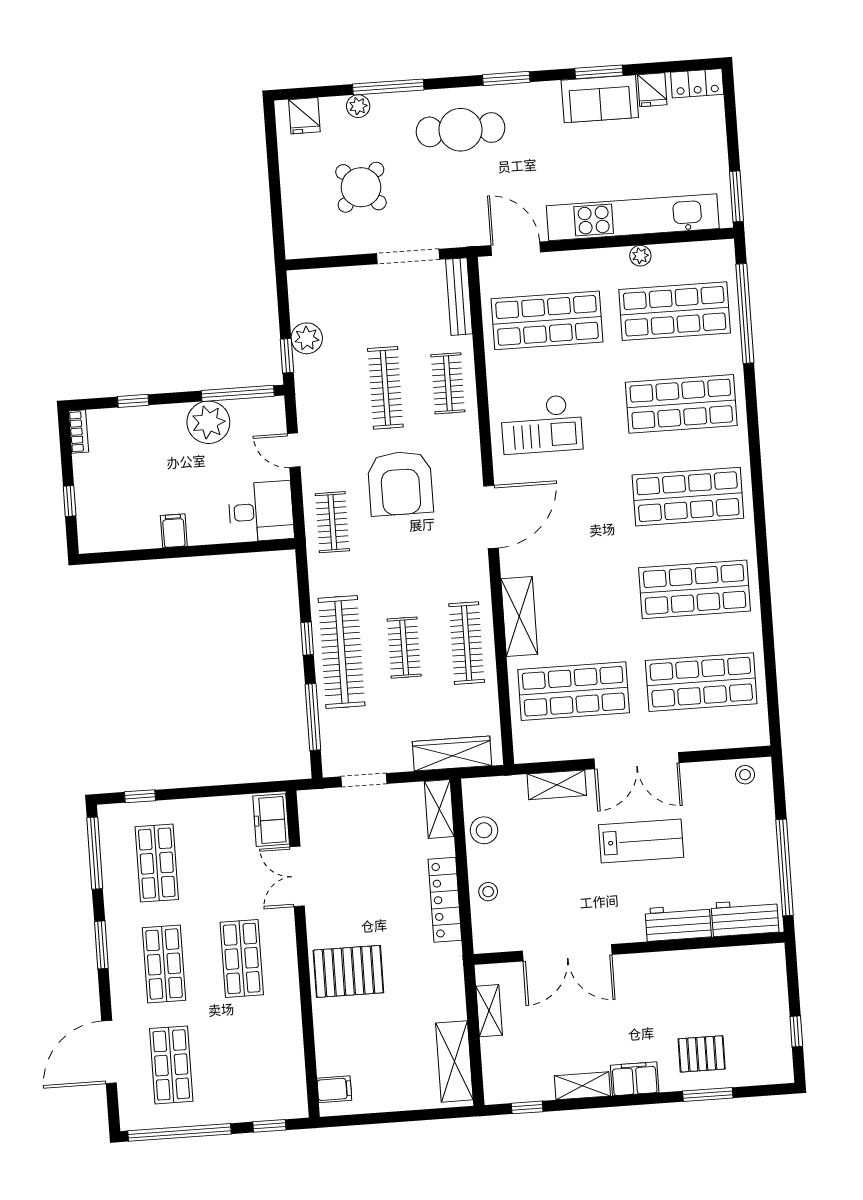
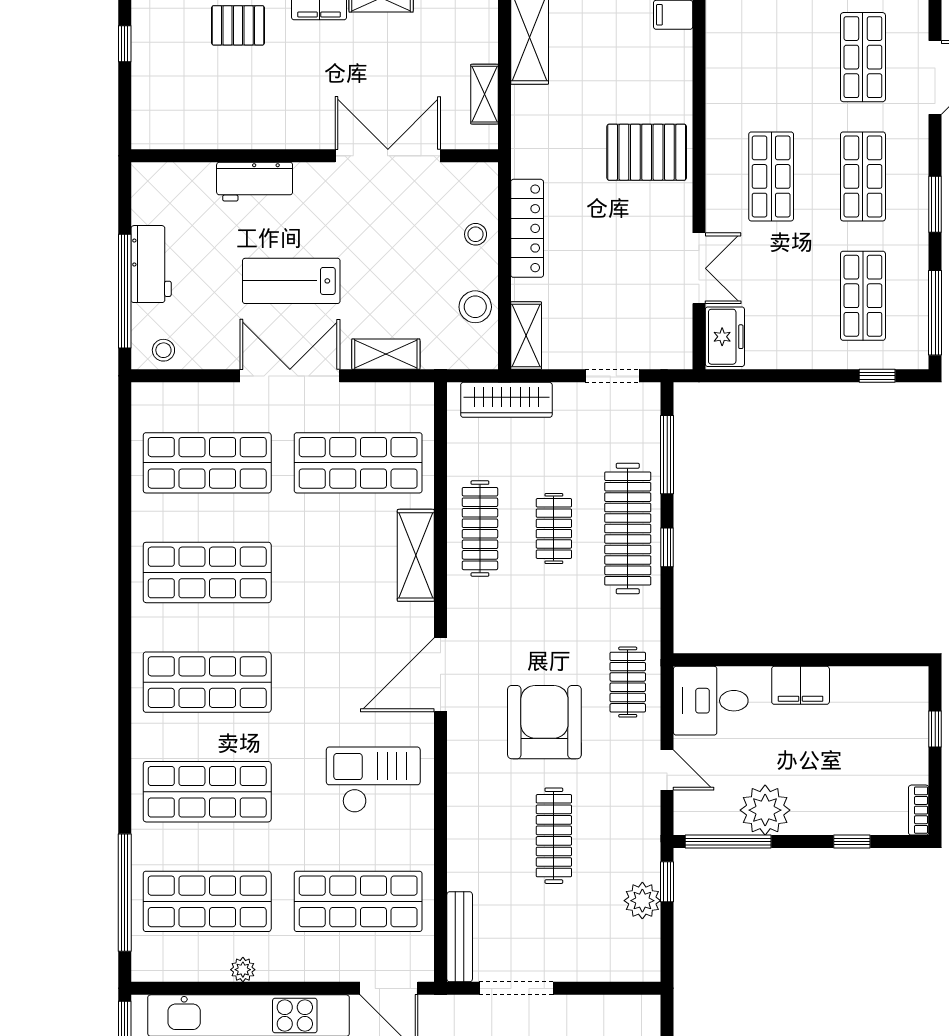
clothes rail: (448, 383) -> (480, 836), removed
filing cabinet: (174, 531) -> (801, 685), width x2.00
window: (785, 868) -> (125, 291), moved
workbench: (745, 918) -> (151, 264), moved, turned -90

